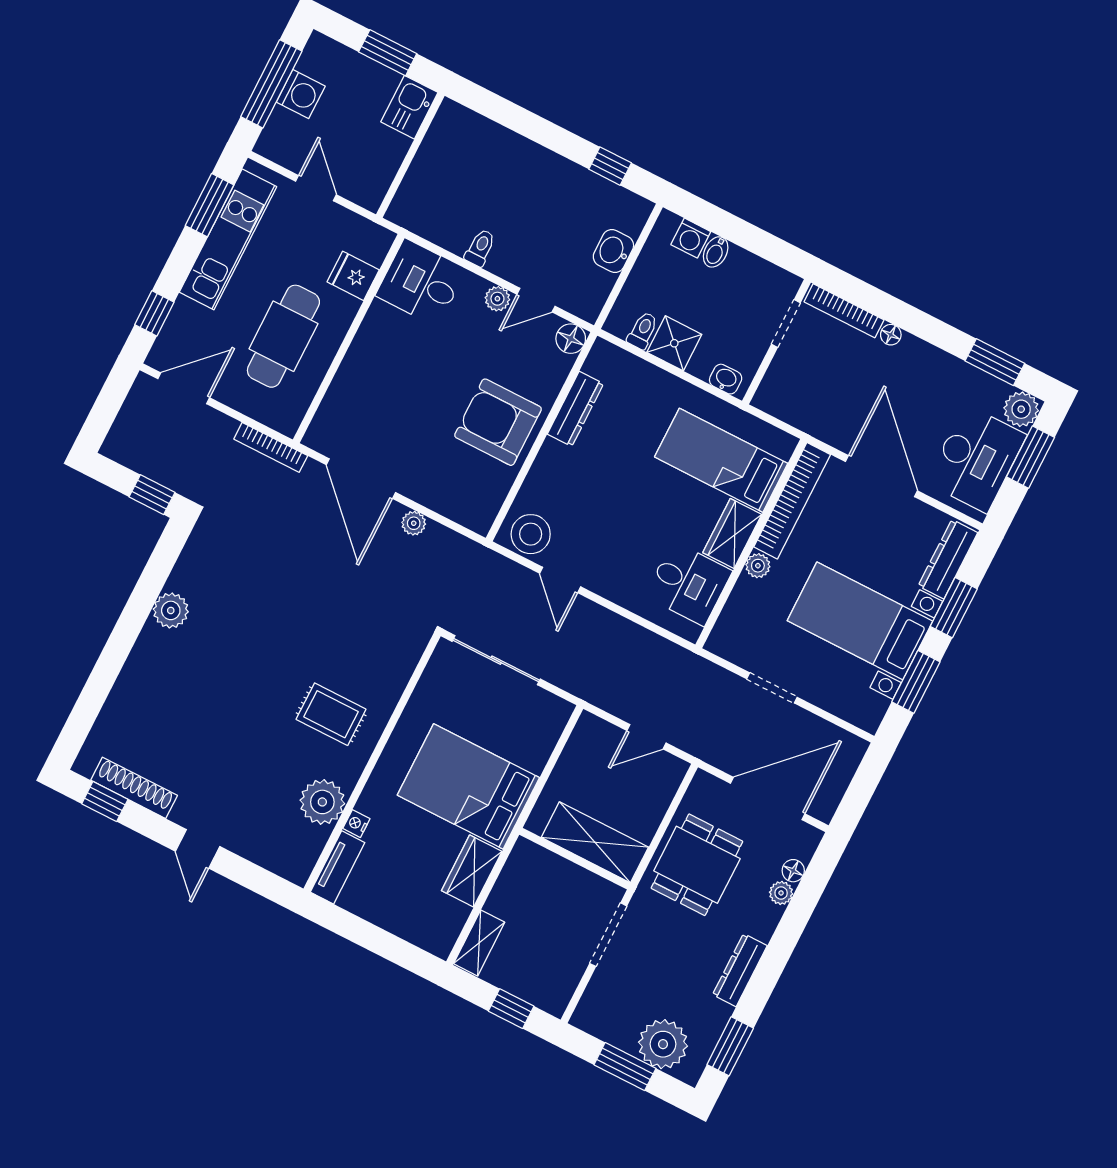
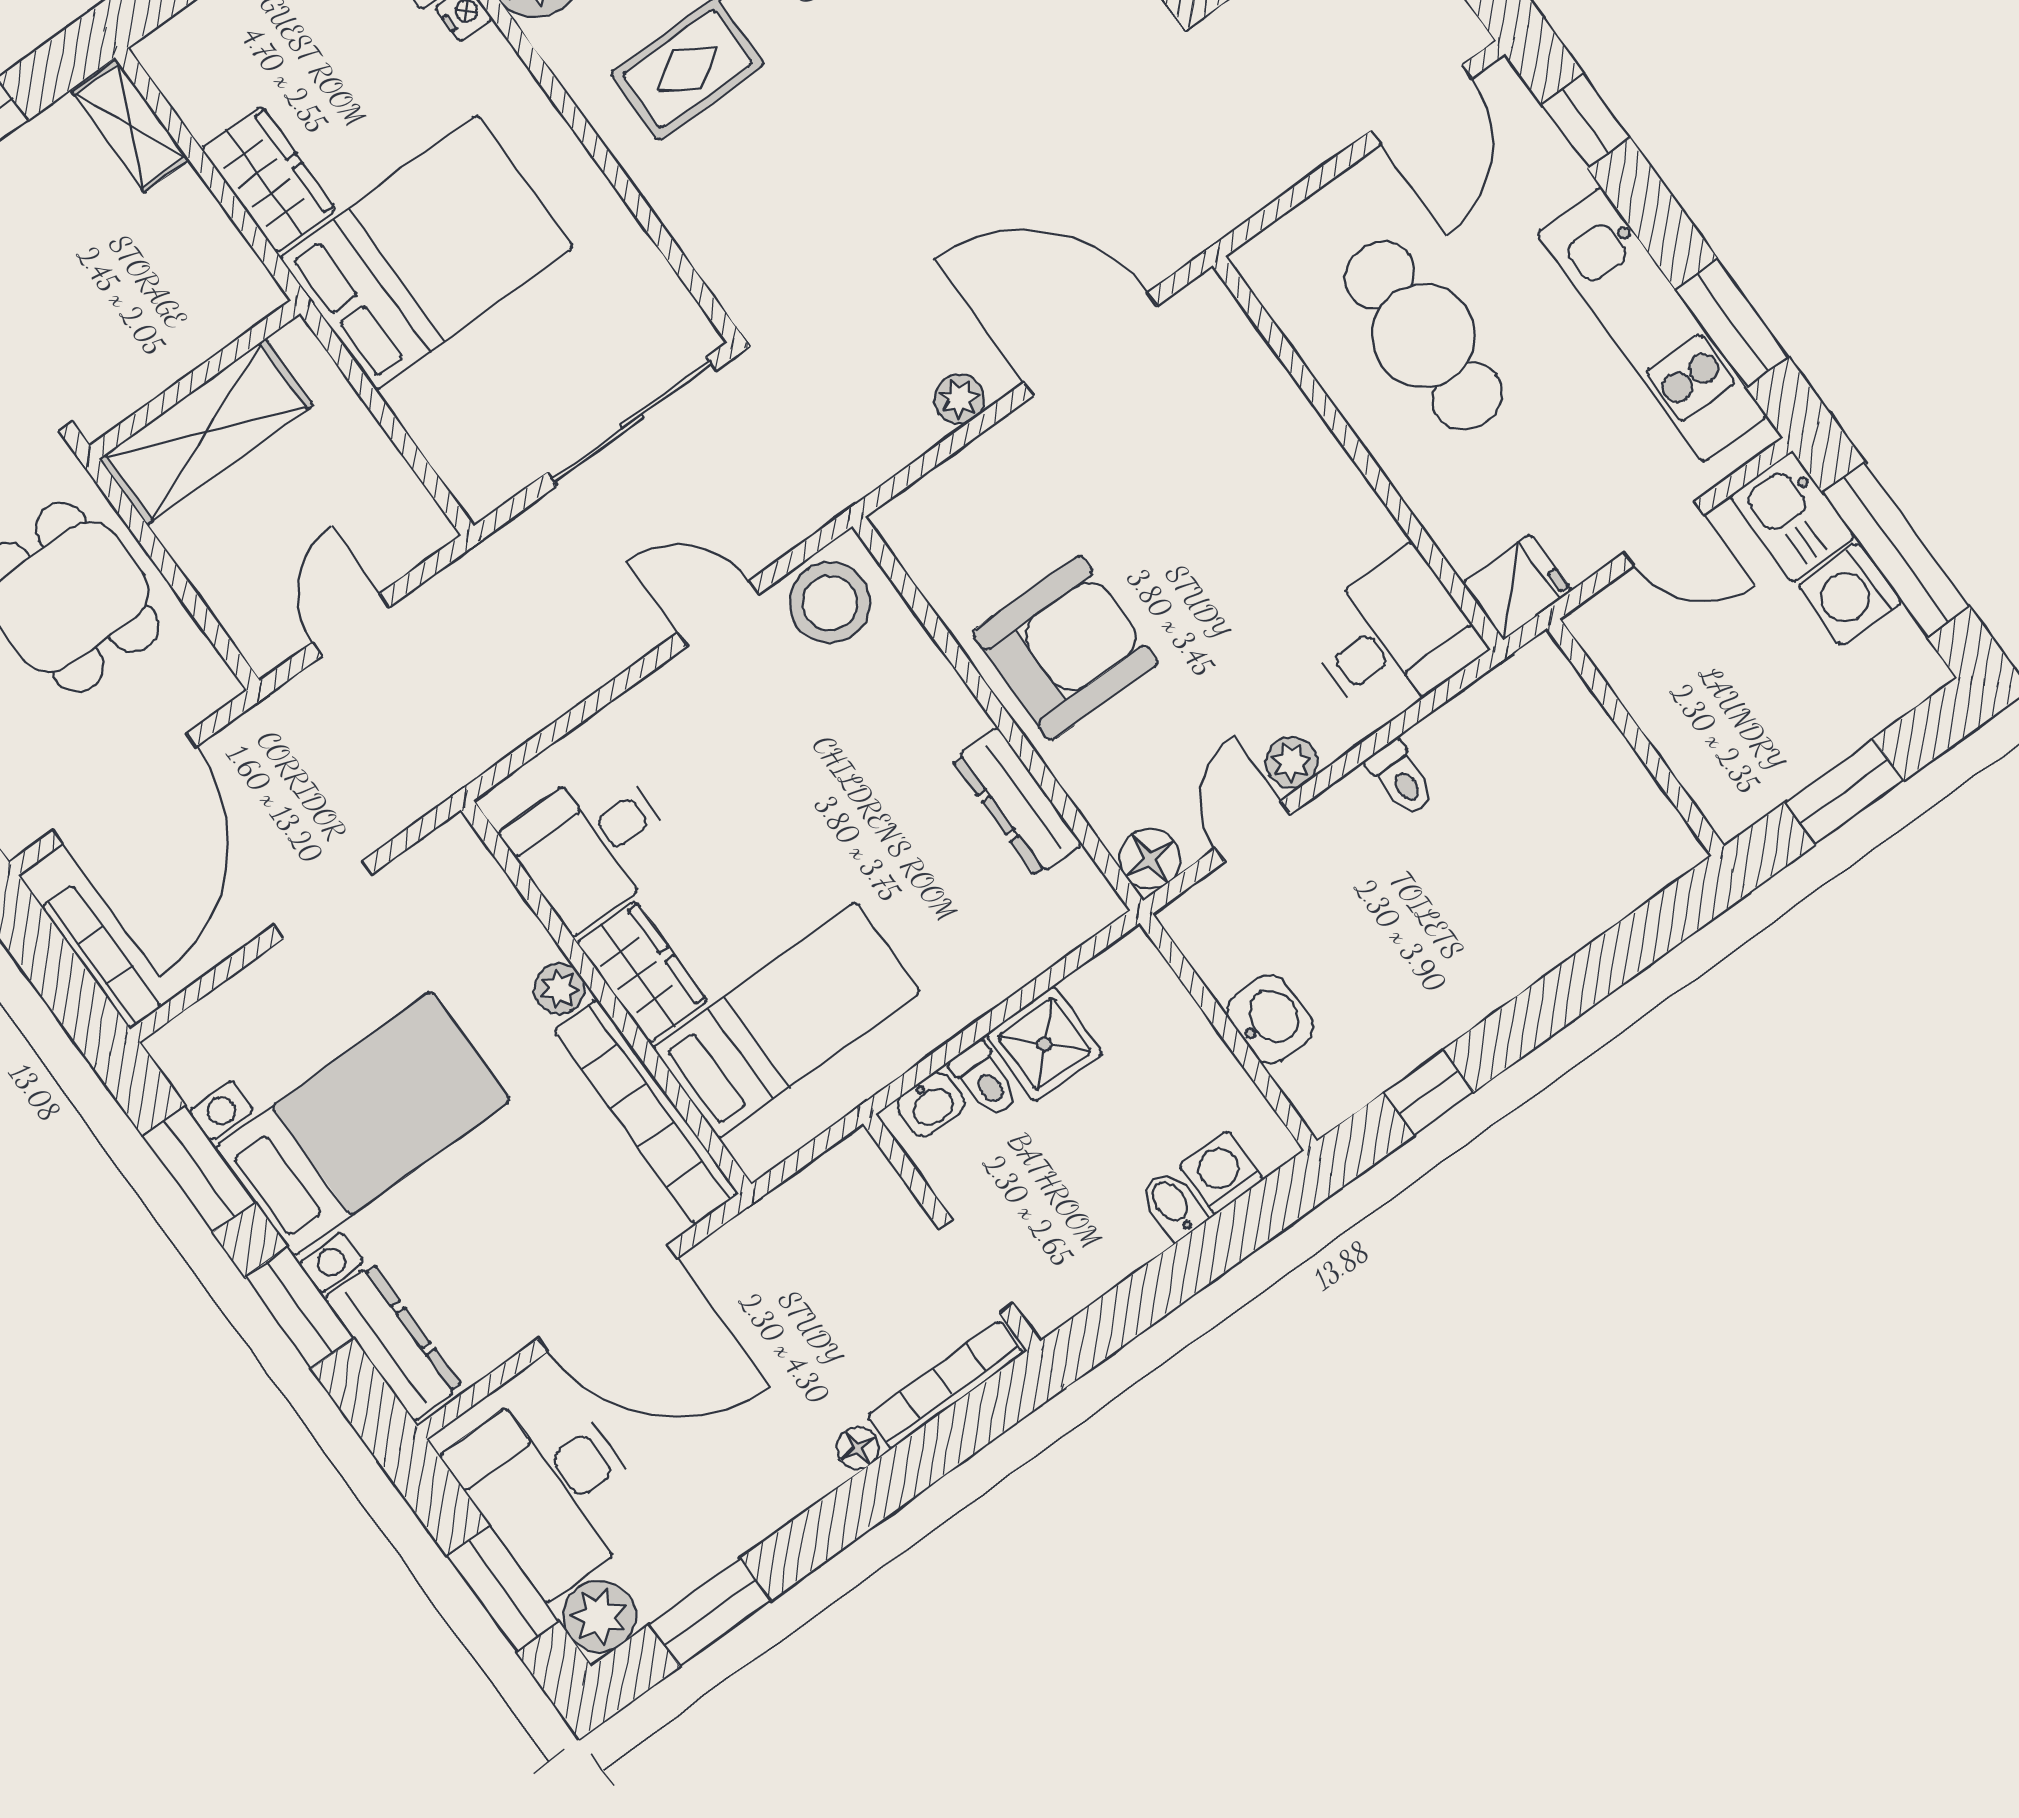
kitchen sink: (409, 107) -> (1792, 517), moved, turned 180
fridge: (353, 276) -> (1517, 587), moved
toilet: (643, 331) -> (984, 1080), moved
bookcase: (271, 447) -> (101, 957), moved, turned 90

